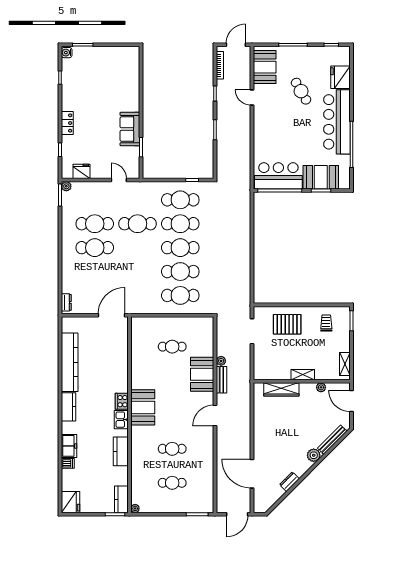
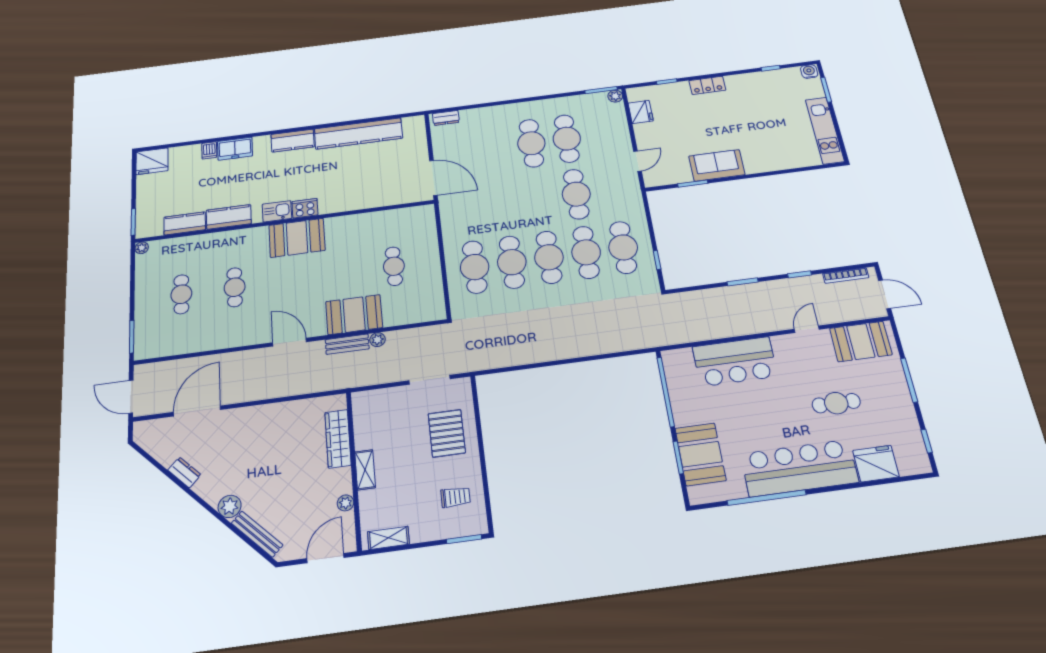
kitchen unit: (114, 53) -> (825, 130), added
cafe table: (301, 91) -> (836, 403), turned 30
bar counter: (278, 176) -> (735, 362), moved, turned 90
kitchen counter: (121, 499) -> (185, 223), moved

